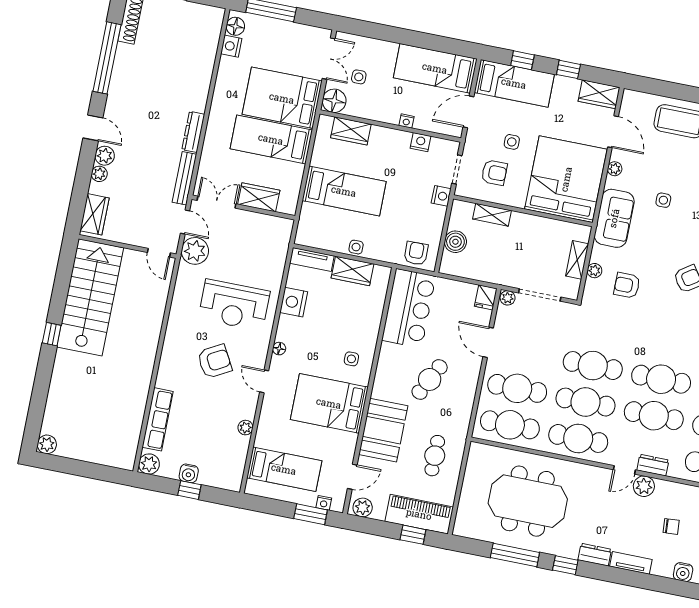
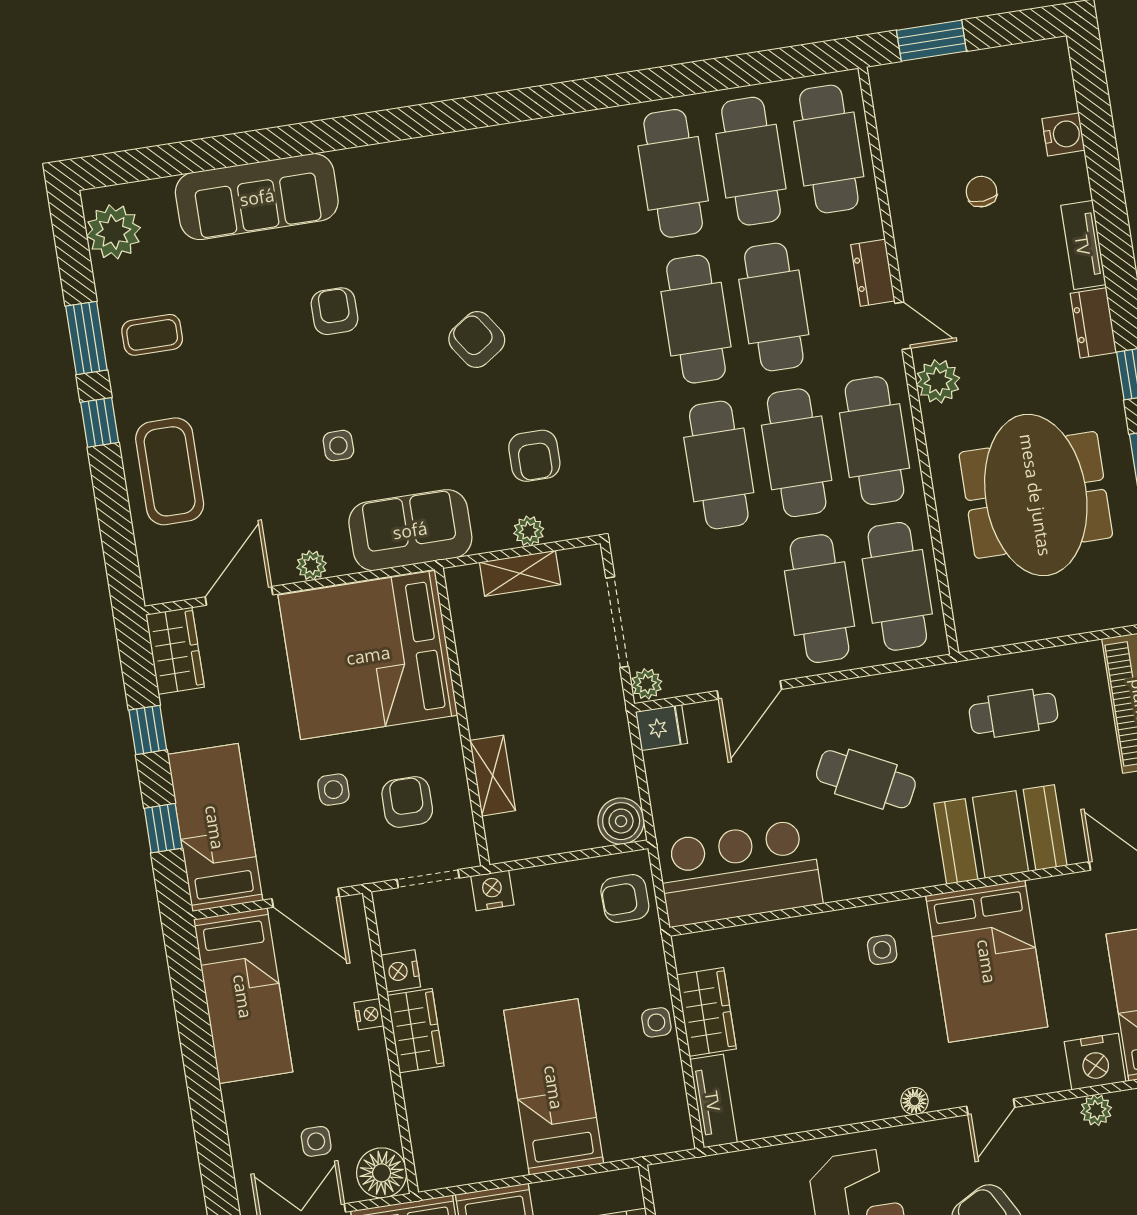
wardrobe: (351, 131) -> (416, 1031), moved
boiler: (455, 242) -> (621, 821), moved
nightstand: (294, 302) -> (1095, 1062), moved
plant: (644, 486) -> (938, 381), moved

